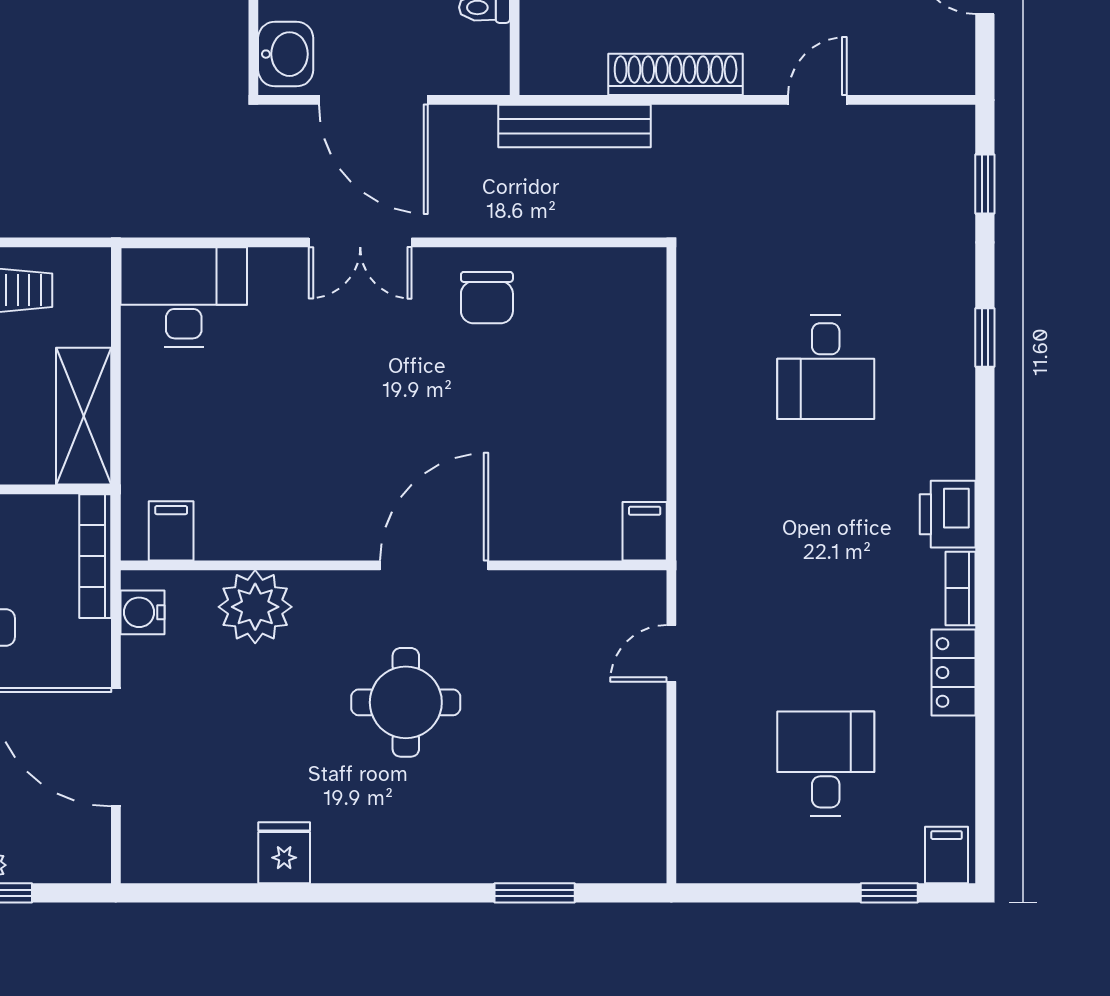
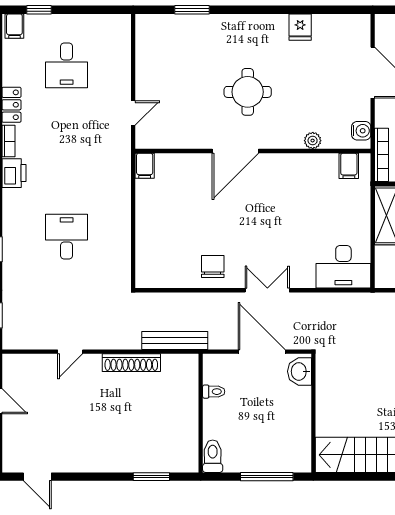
plant: (255, 607) -> (313, 141), width x0.53, depth x0.53

